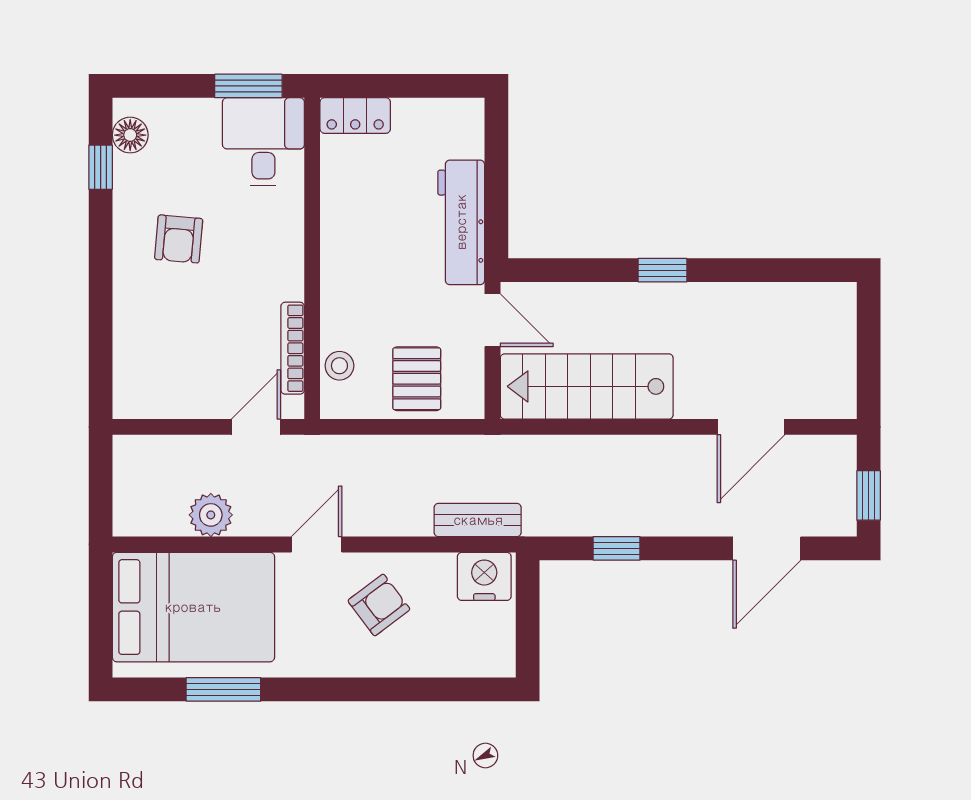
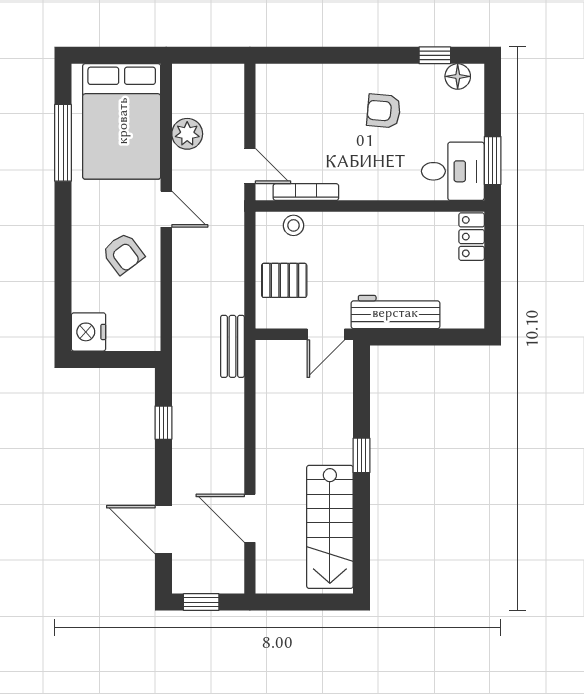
stairs: (587, 386) -> (330, 527), moved, turned 180
bench: (478, 520) -> (232, 346), moved
nightstand: (484, 576) -> (89, 332), moved, turned 180
window: (223, 689) -> (63, 143), width x1.44

